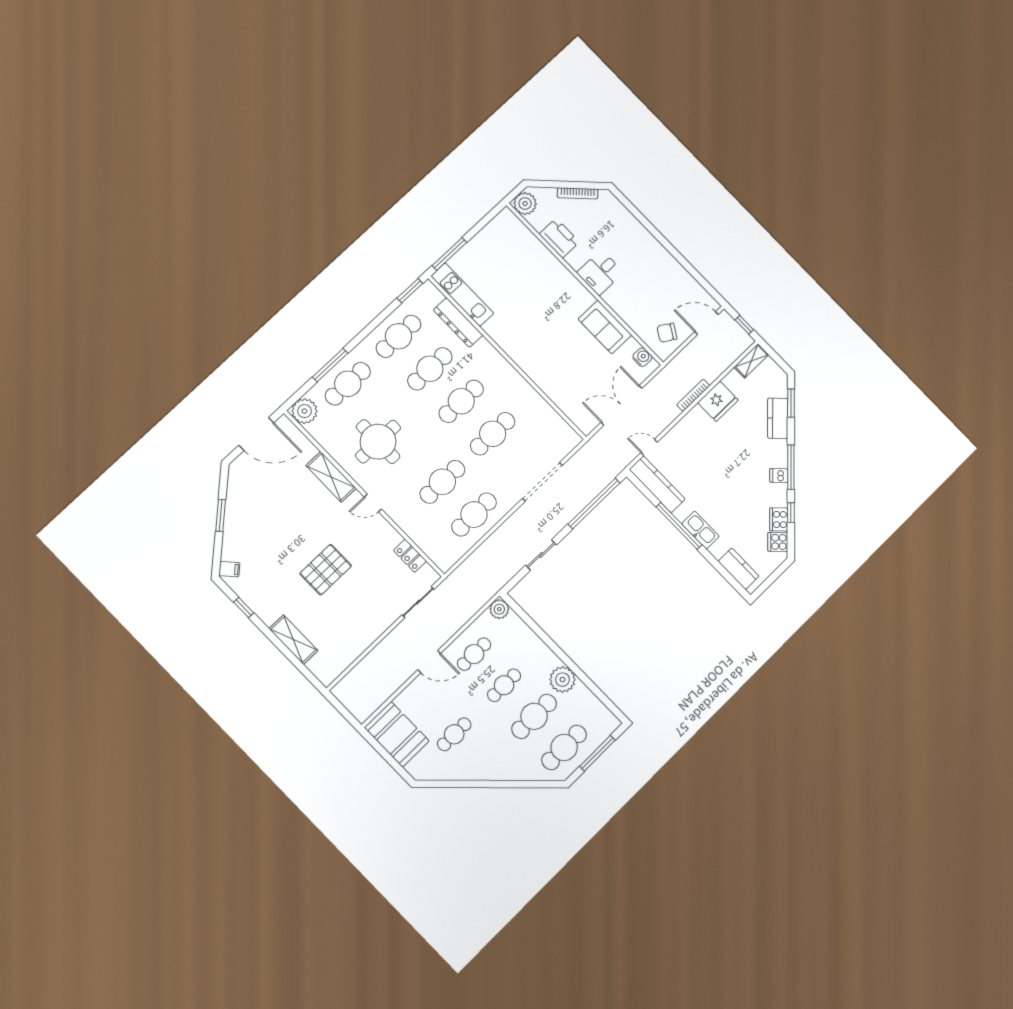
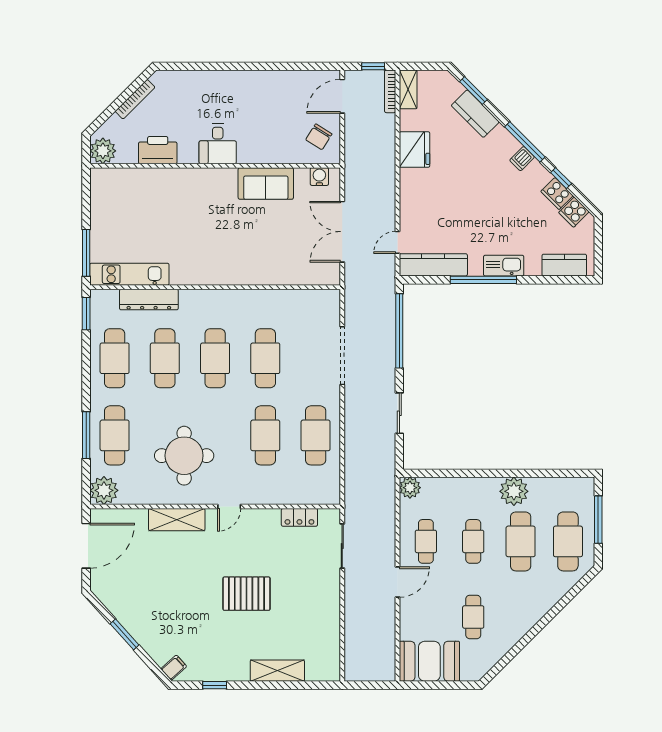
bookcase: (693, 395) -> (390, 91), moved
pallet: (326, 570) -> (247, 594), turned 90

